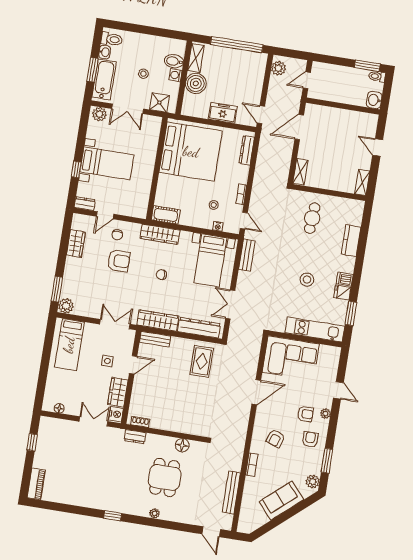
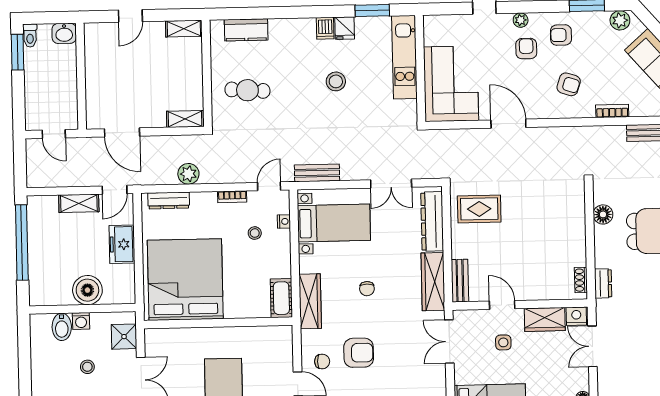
shelving: (196, 58) -> (79, 203), moved
plant: (278, 68) -> (188, 174), moved
kitchen counter: (351, 241) -> (246, 30), moved
armchair: (119, 261) -> (359, 353), turned 90

